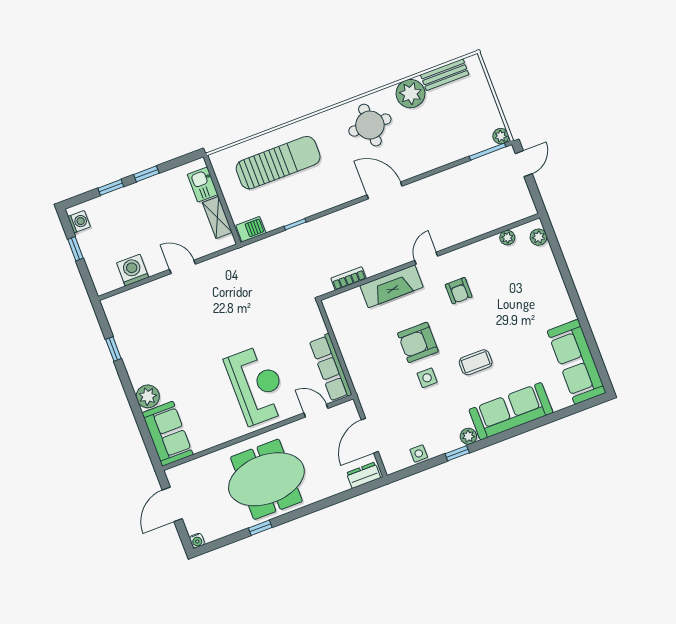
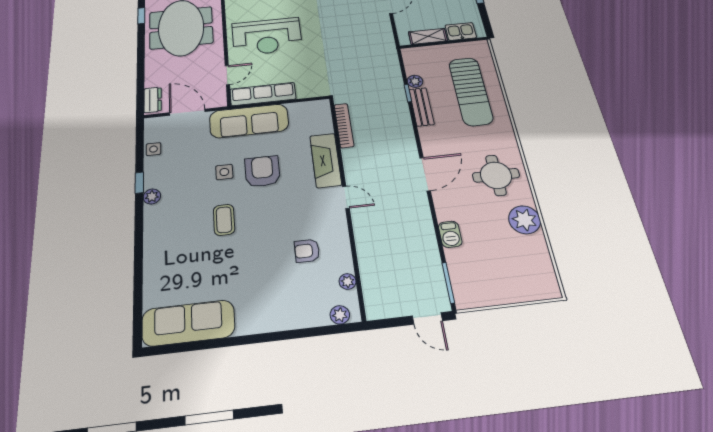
bench: (445, 75) -> (421, 107), moved
plant: (501, 136) -> (415, 81), moved
barbecue: (251, 229) -> (450, 234), moved
bookcase: (349, 278) -> (344, 125), width x1.56
armchair: (459, 291) -> (307, 251), moved
sofa: (511, 411) -> (249, 121), moved, turned 90

